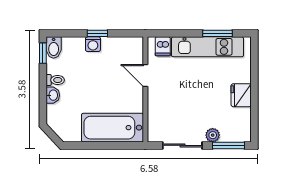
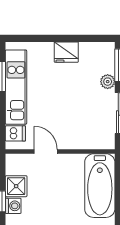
shower: (112, 47) -> (16, 186), added
door: (145, 75) -> (46, 152), swing flipped

